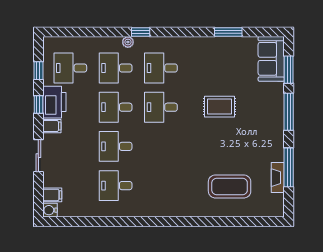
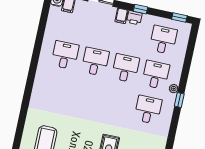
window: (38, 71) -> (179, 18), moved
printer: (54, 102) -> (134, 18), width x0.53, depth x0.68
desk: (161, 107) -> (118, 103), removed

